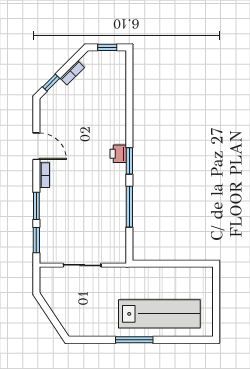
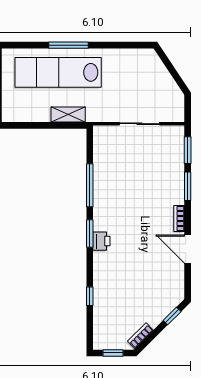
bookcase: (72, 73) -> (140, 336), moved
window: (129, 101) -> (90, 296), added
shelving: (150, 274) -> (68, 114), added
window: (134, 340) -> (68, 45), moved

